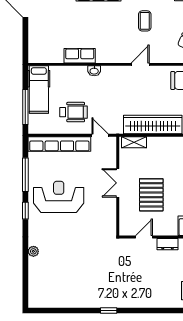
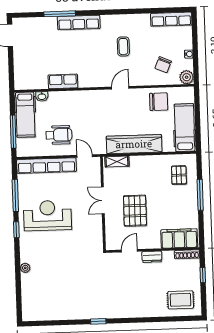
washbasin: (94, 71) -> (42, 96), moved

